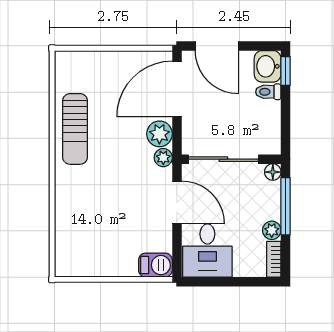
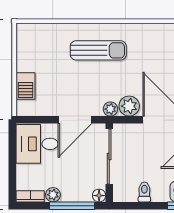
toilet: (268, 92) -> (144, 192), moved
sun lounger: (75, 129) -> (98, 50), moved, turned 180
barbecue: (155, 265) -> (25, 86), moved

